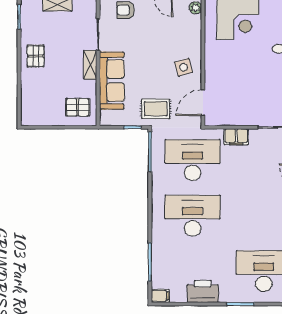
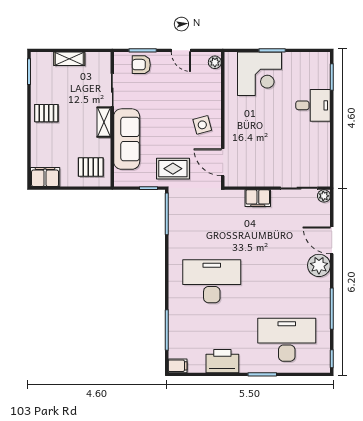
pallet: (36, 56) -> (46, 113), turned 90
door: (203, 103) -> (223, 162), hinge flipped
filing cabinet: (34, 117) -> (45, 177), added
desk: (193, 160) -> (212, 223), removed

